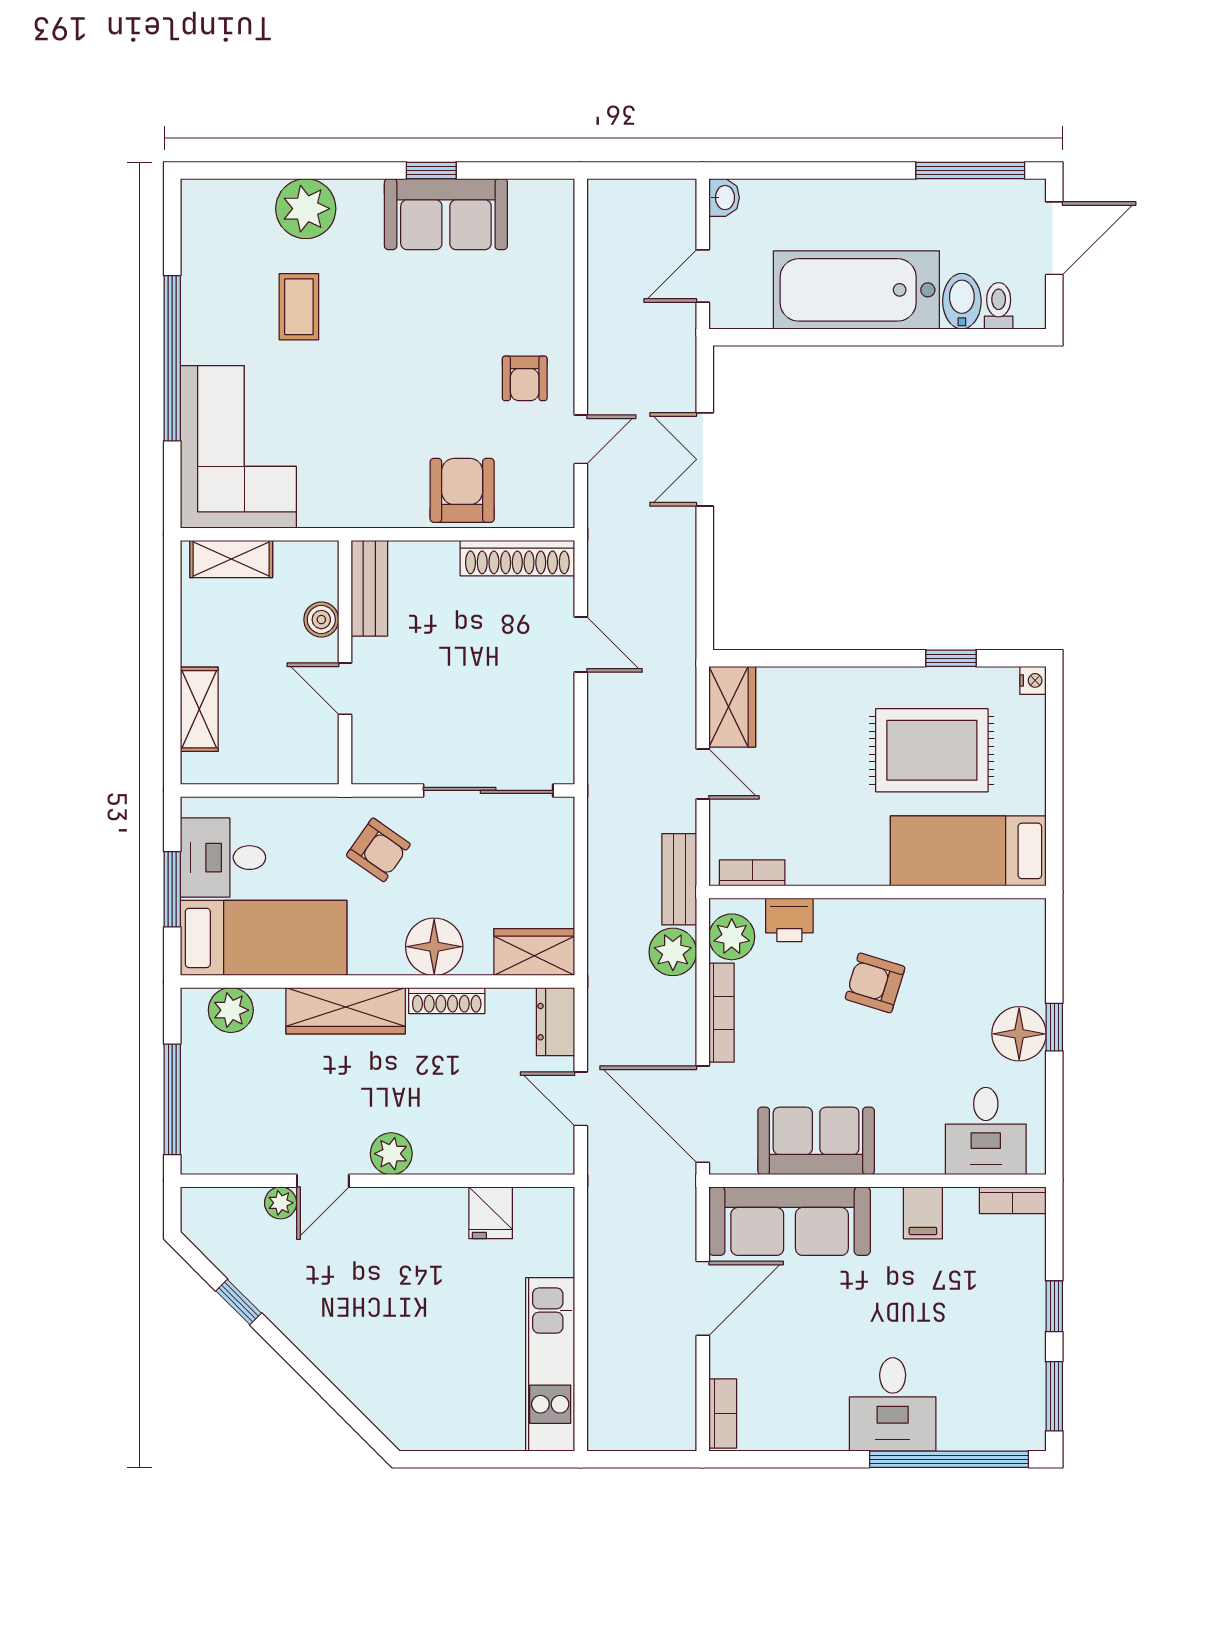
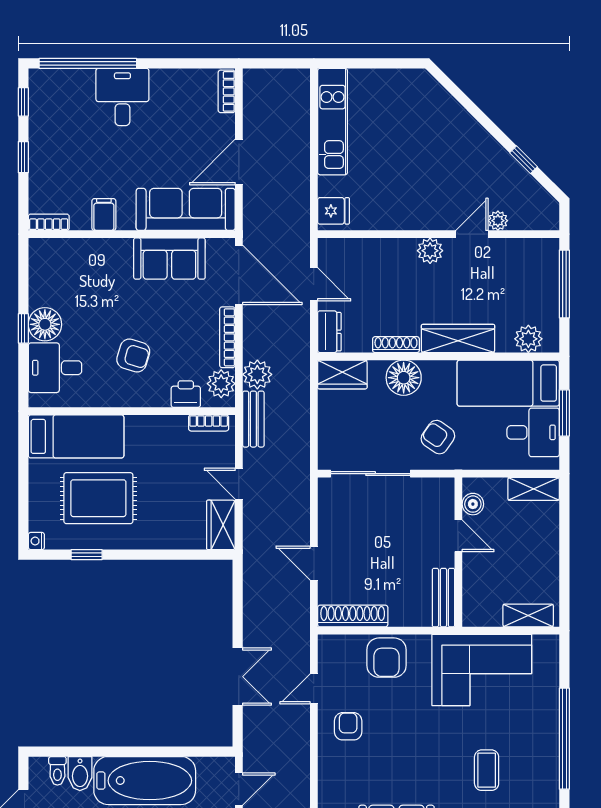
corner sofa: (238, 447) -> (482, 670), moved, turned -90
boiler: (321, 620) -> (473, 504), moved
shelving: (199, 709) -> (534, 489), moved, turned 90
desk: (986, 1131) -> (55, 368), moved, turned -90
fridge: (491, 1213) -> (333, 211), moved, turned 90
window: (1054, 1396) -> (23, 102), width x0.67

